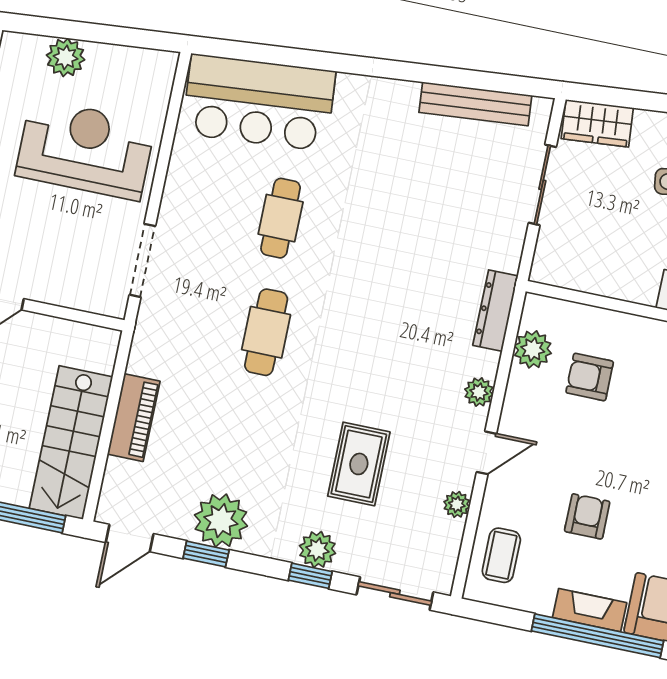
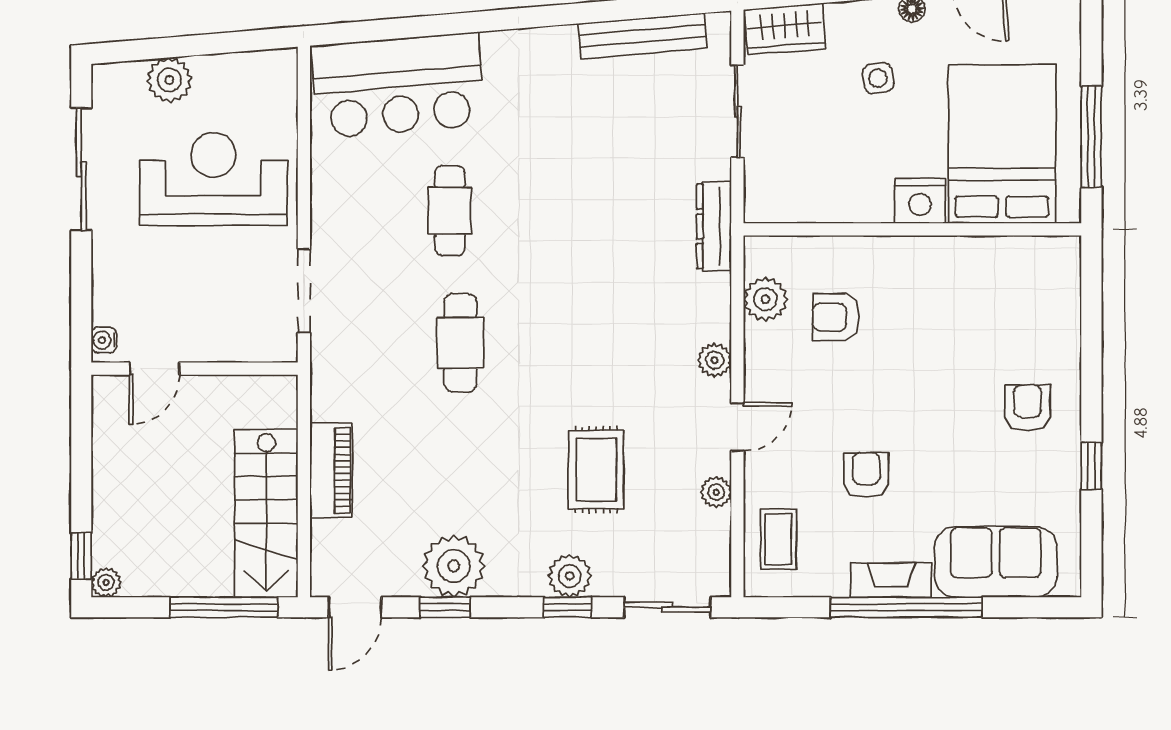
dresser: (495, 311) -> (714, 226), moved

